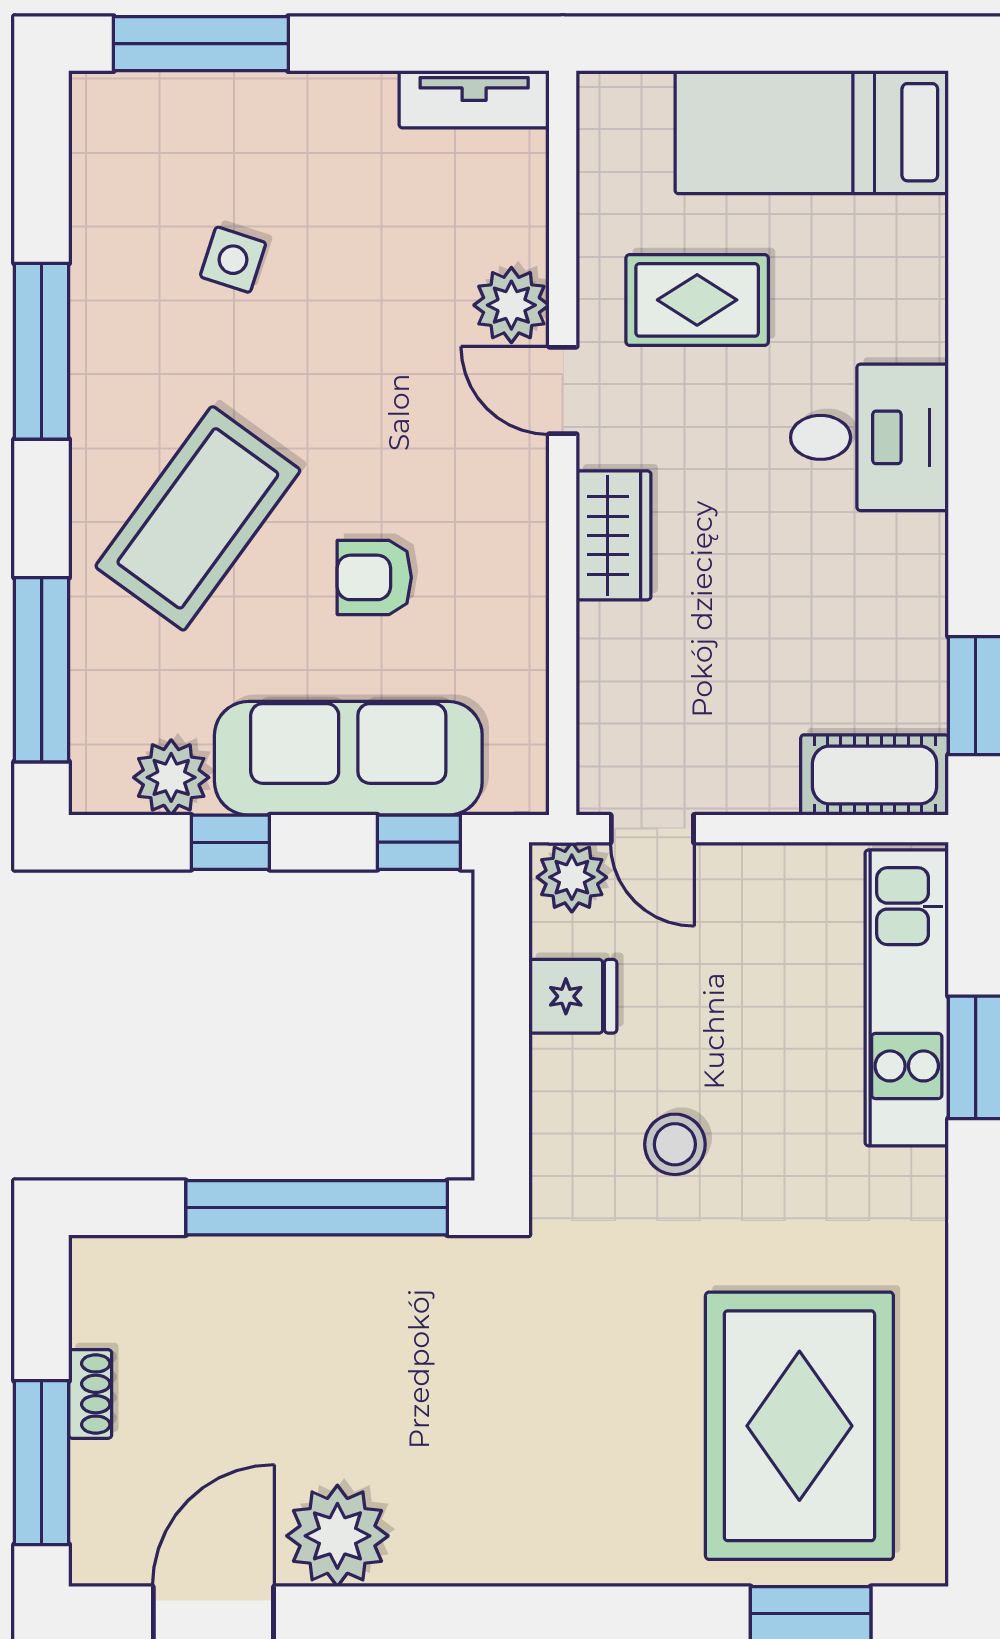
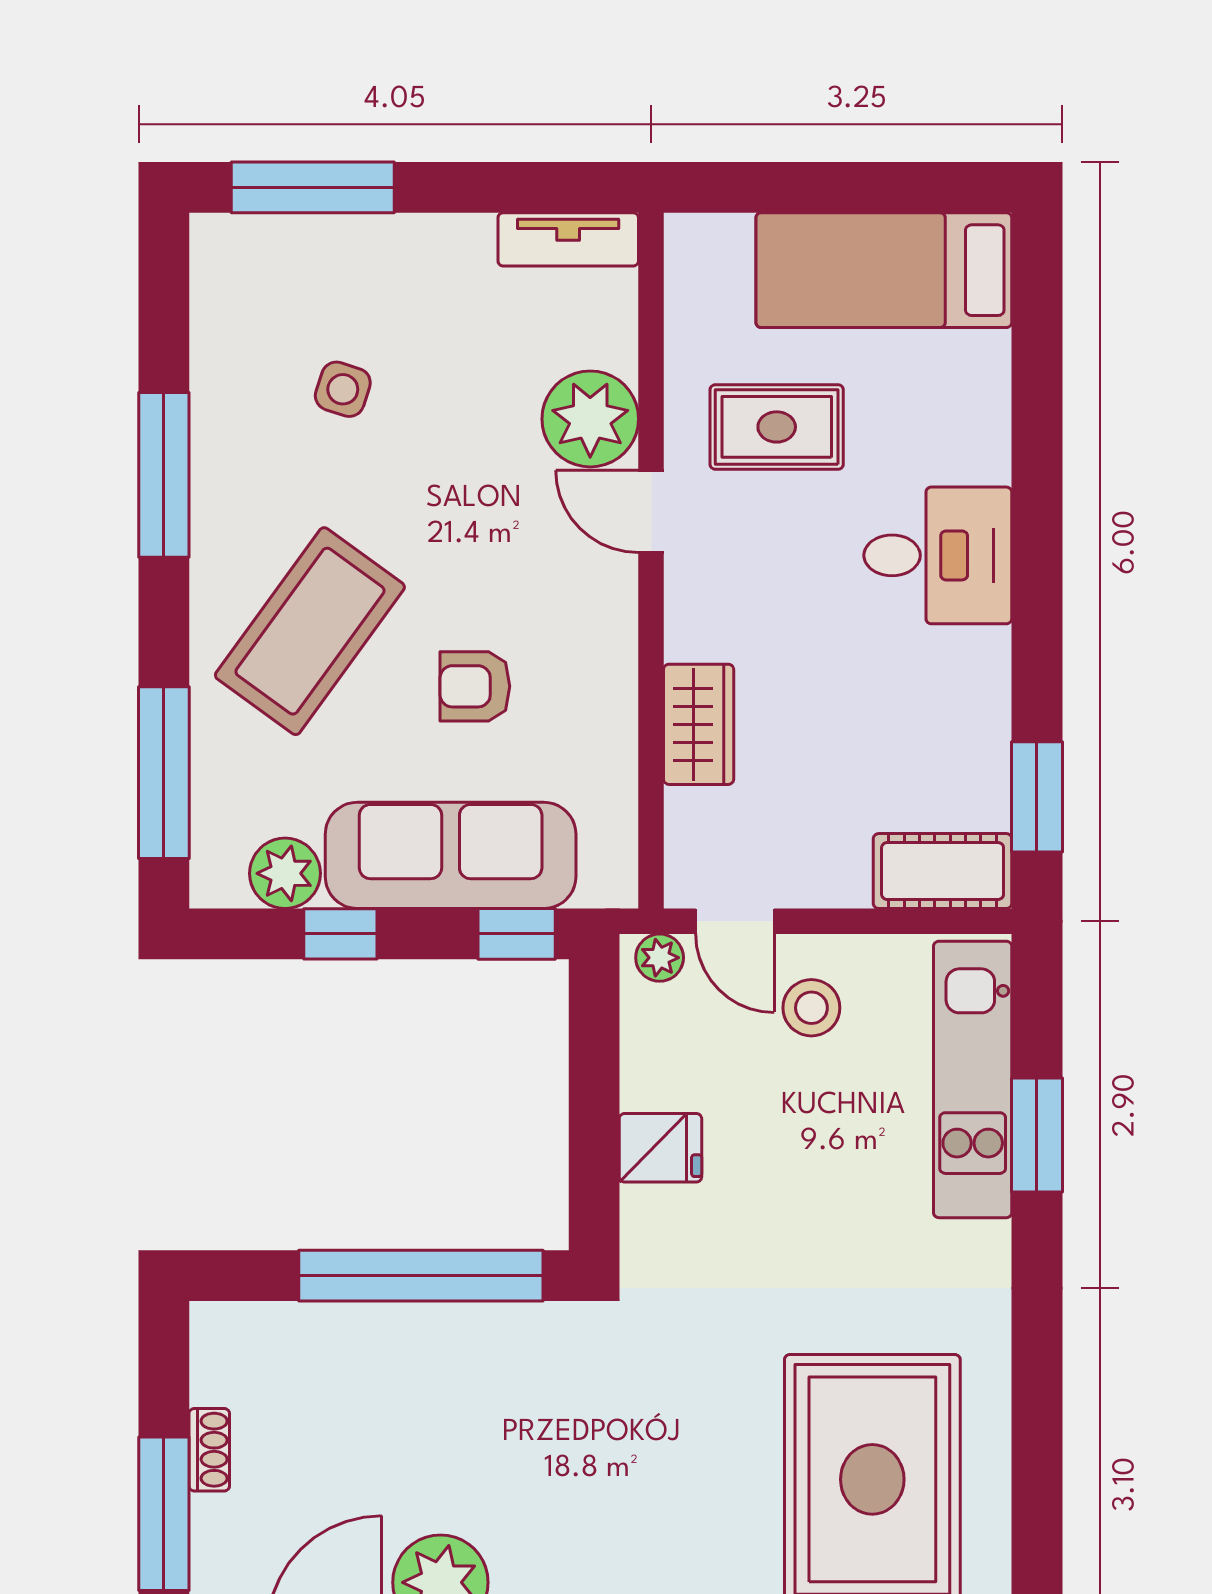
plant: (511, 305) -> (590, 419), width x1.36, depth x1.36
wardrobe: (614, 535) -> (699, 724), moved
plant: (572, 877) -> (660, 958), width x0.73, depth x0.73
fridge: (573, 996) -> (660, 1148), moved
stool: (675, 1144) -> (811, 1008), moved

